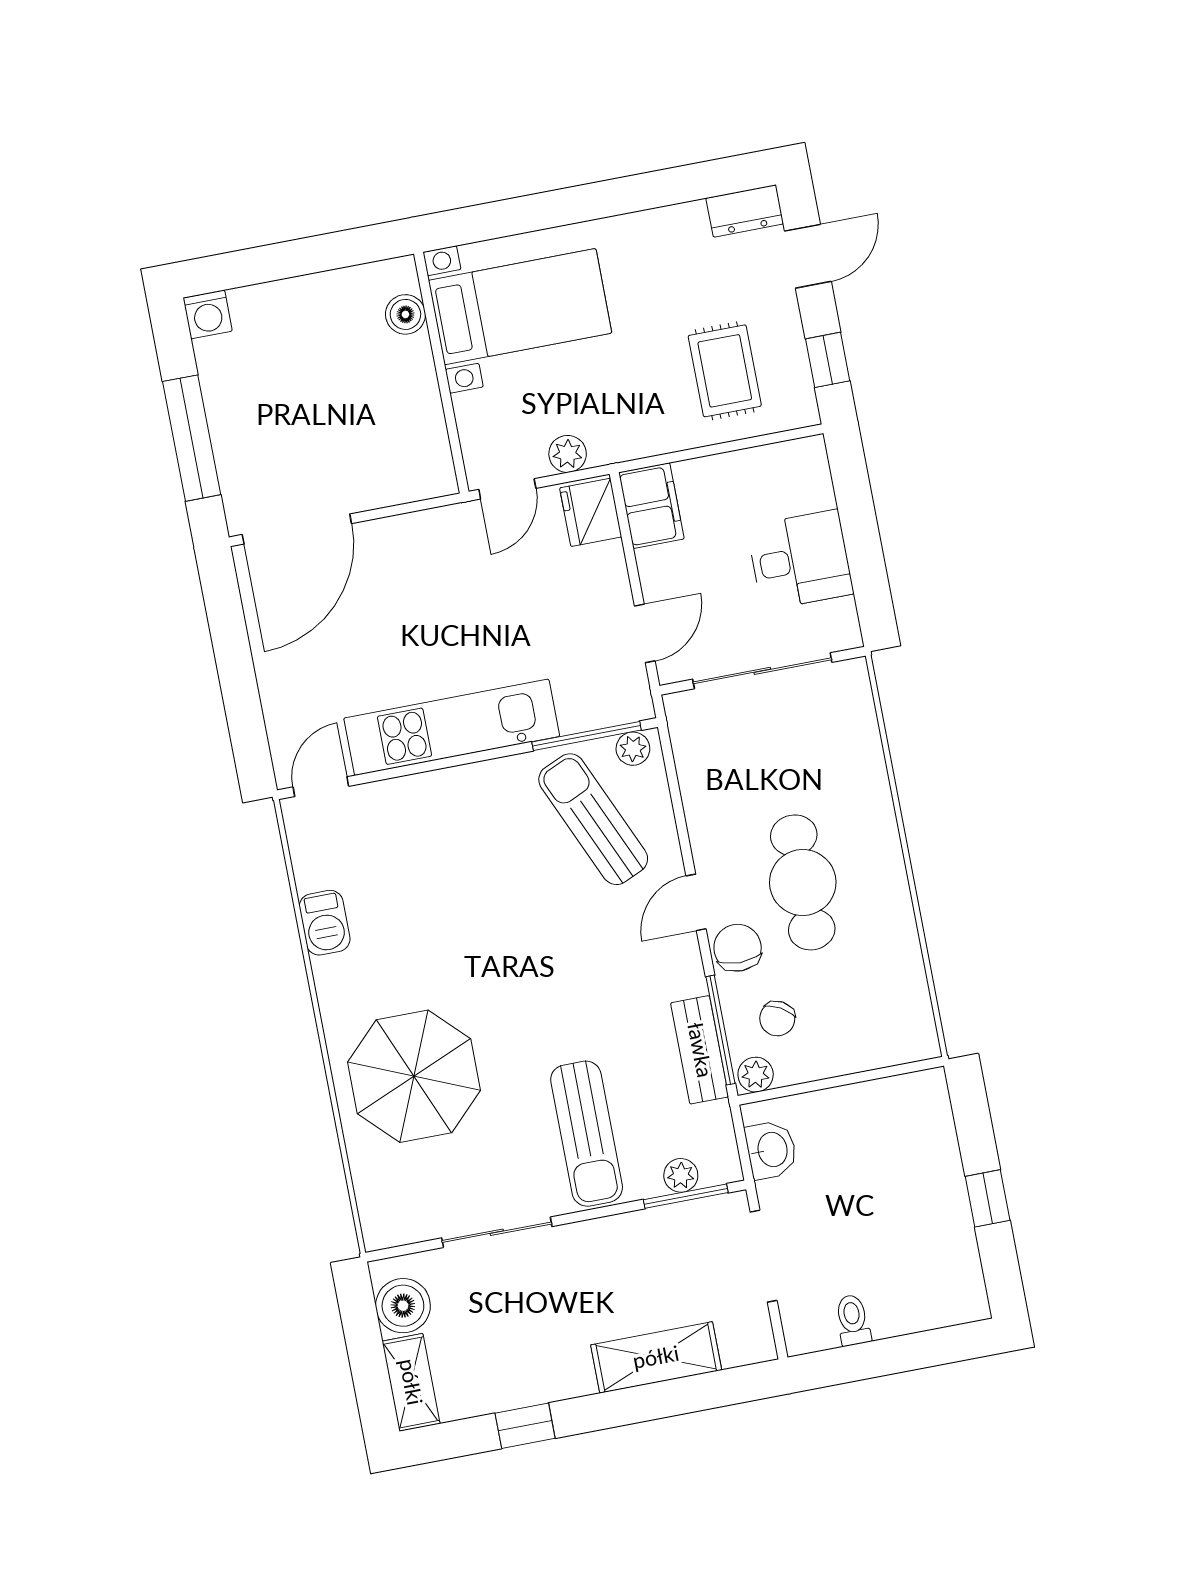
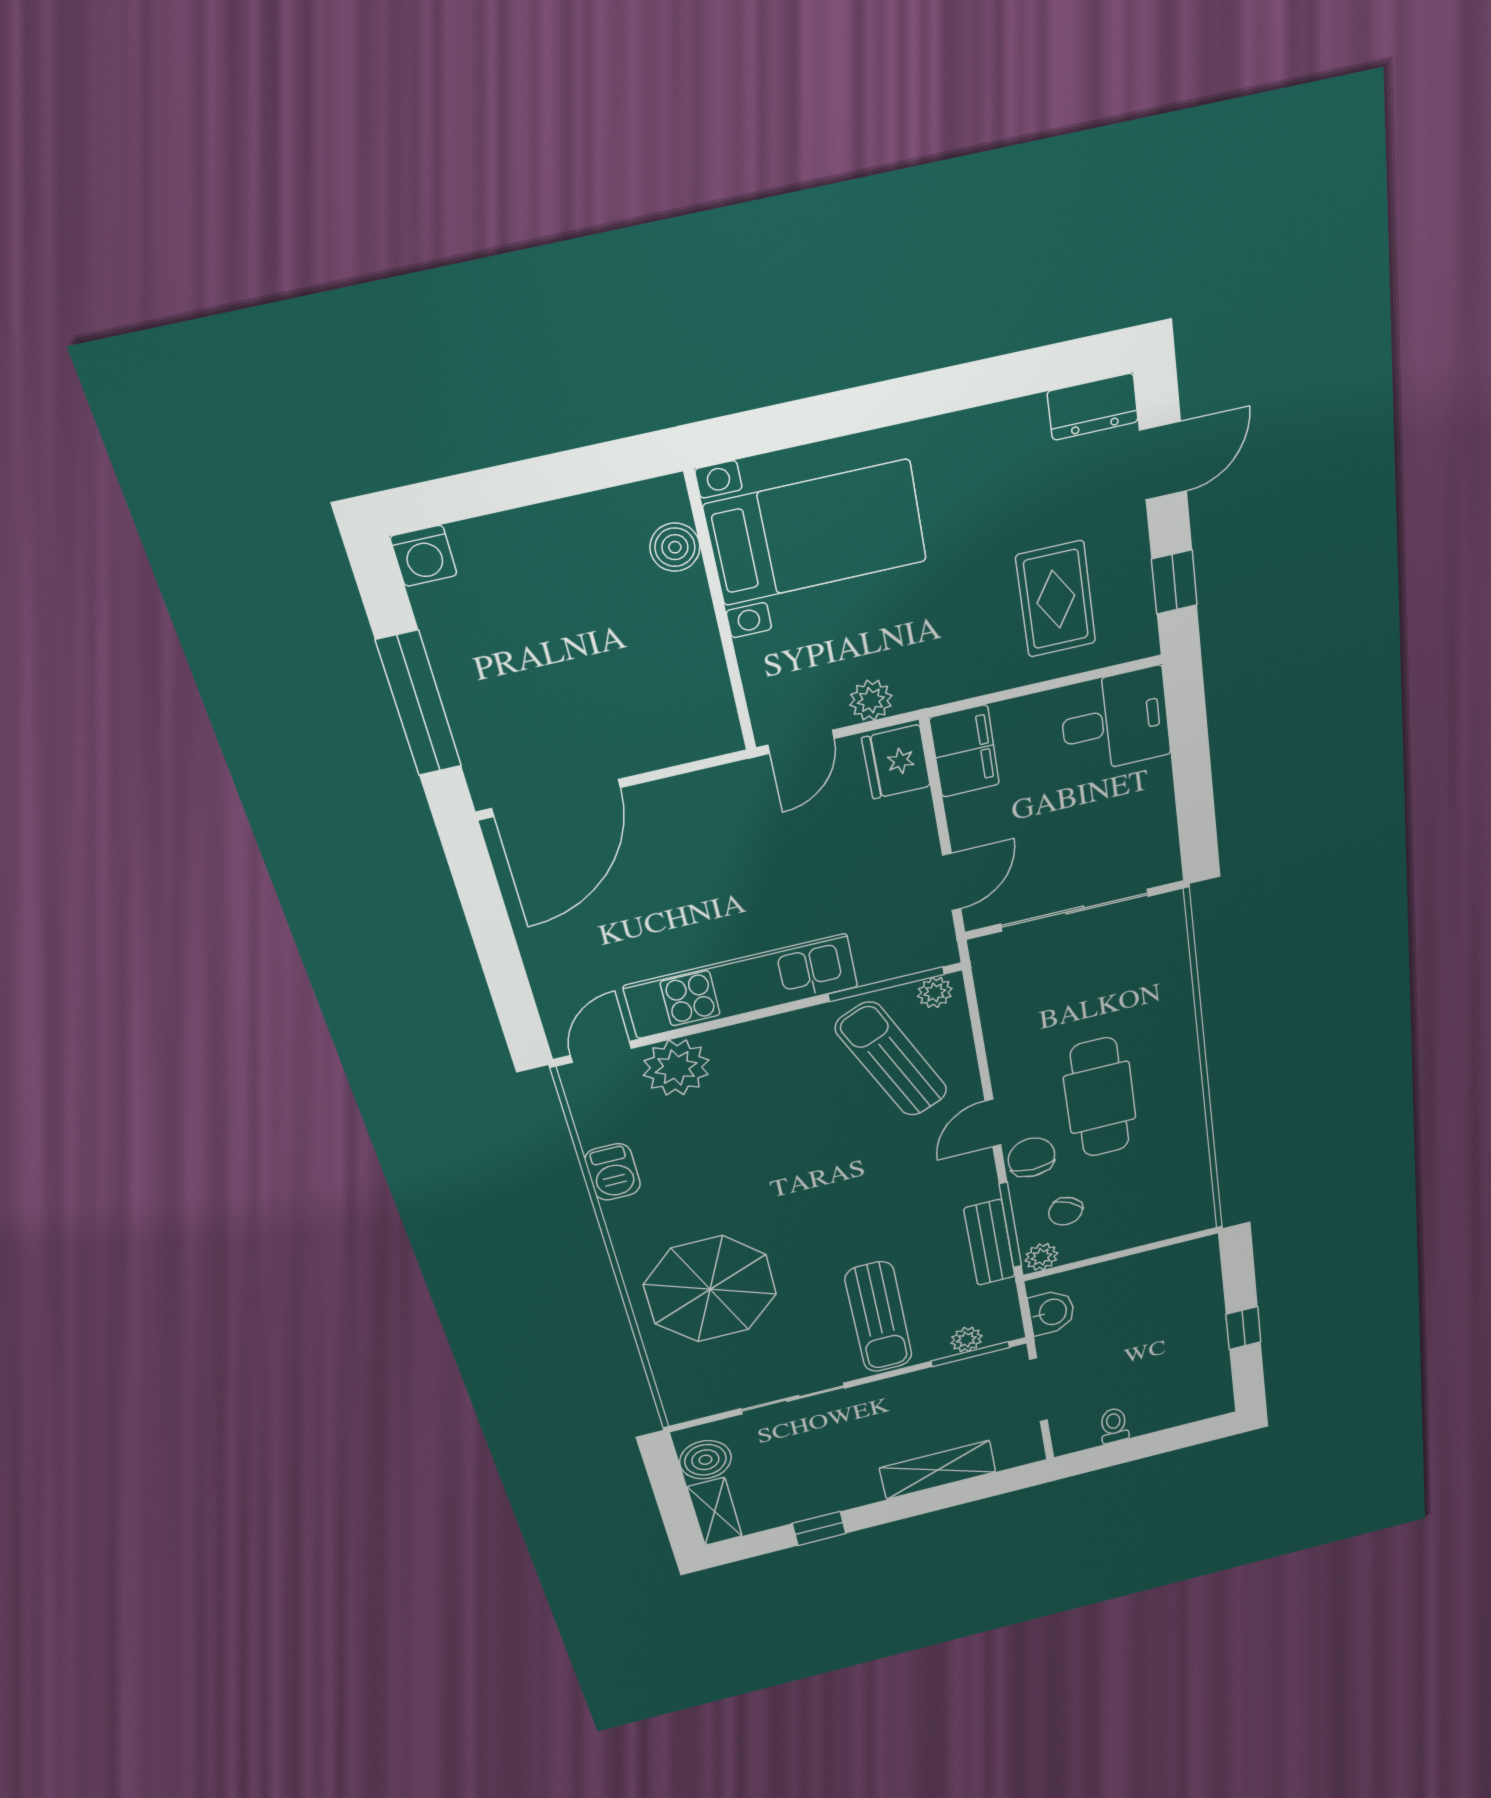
desk: (800, 560) -> (1115, 721), moved
plant: (389, 810) -> (676, 1068), added

